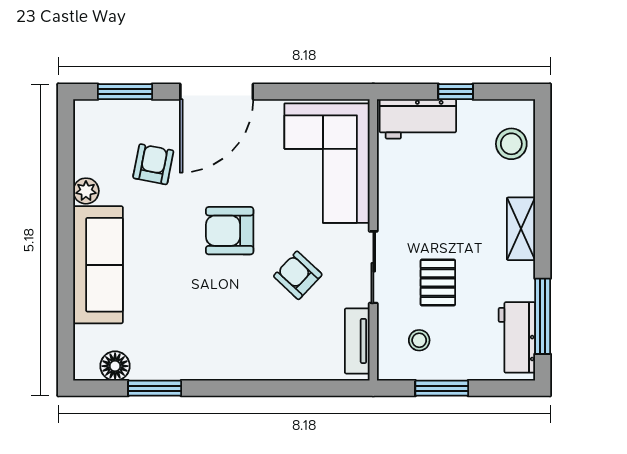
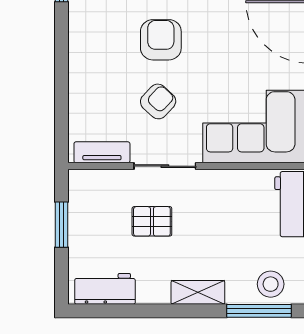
armchair: (230, 231) -> (161, 40), moved
window: (543, 316) -> (259, 311), moved
stool: (419, 340) -> (103, 205), removed

